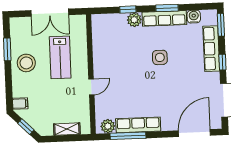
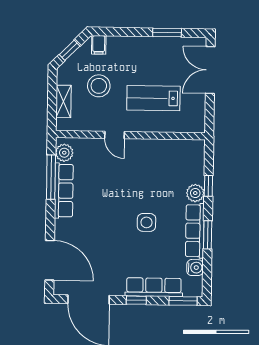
double door: (50, 13) -> (210, 70), moved
stool: (26, 63) -> (99, 86), moved

